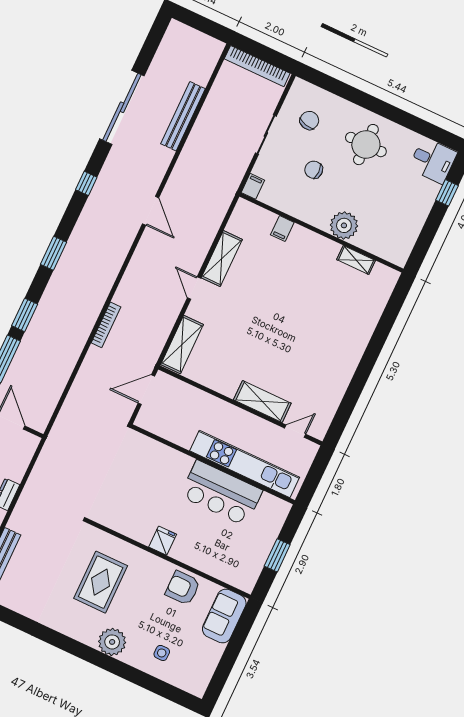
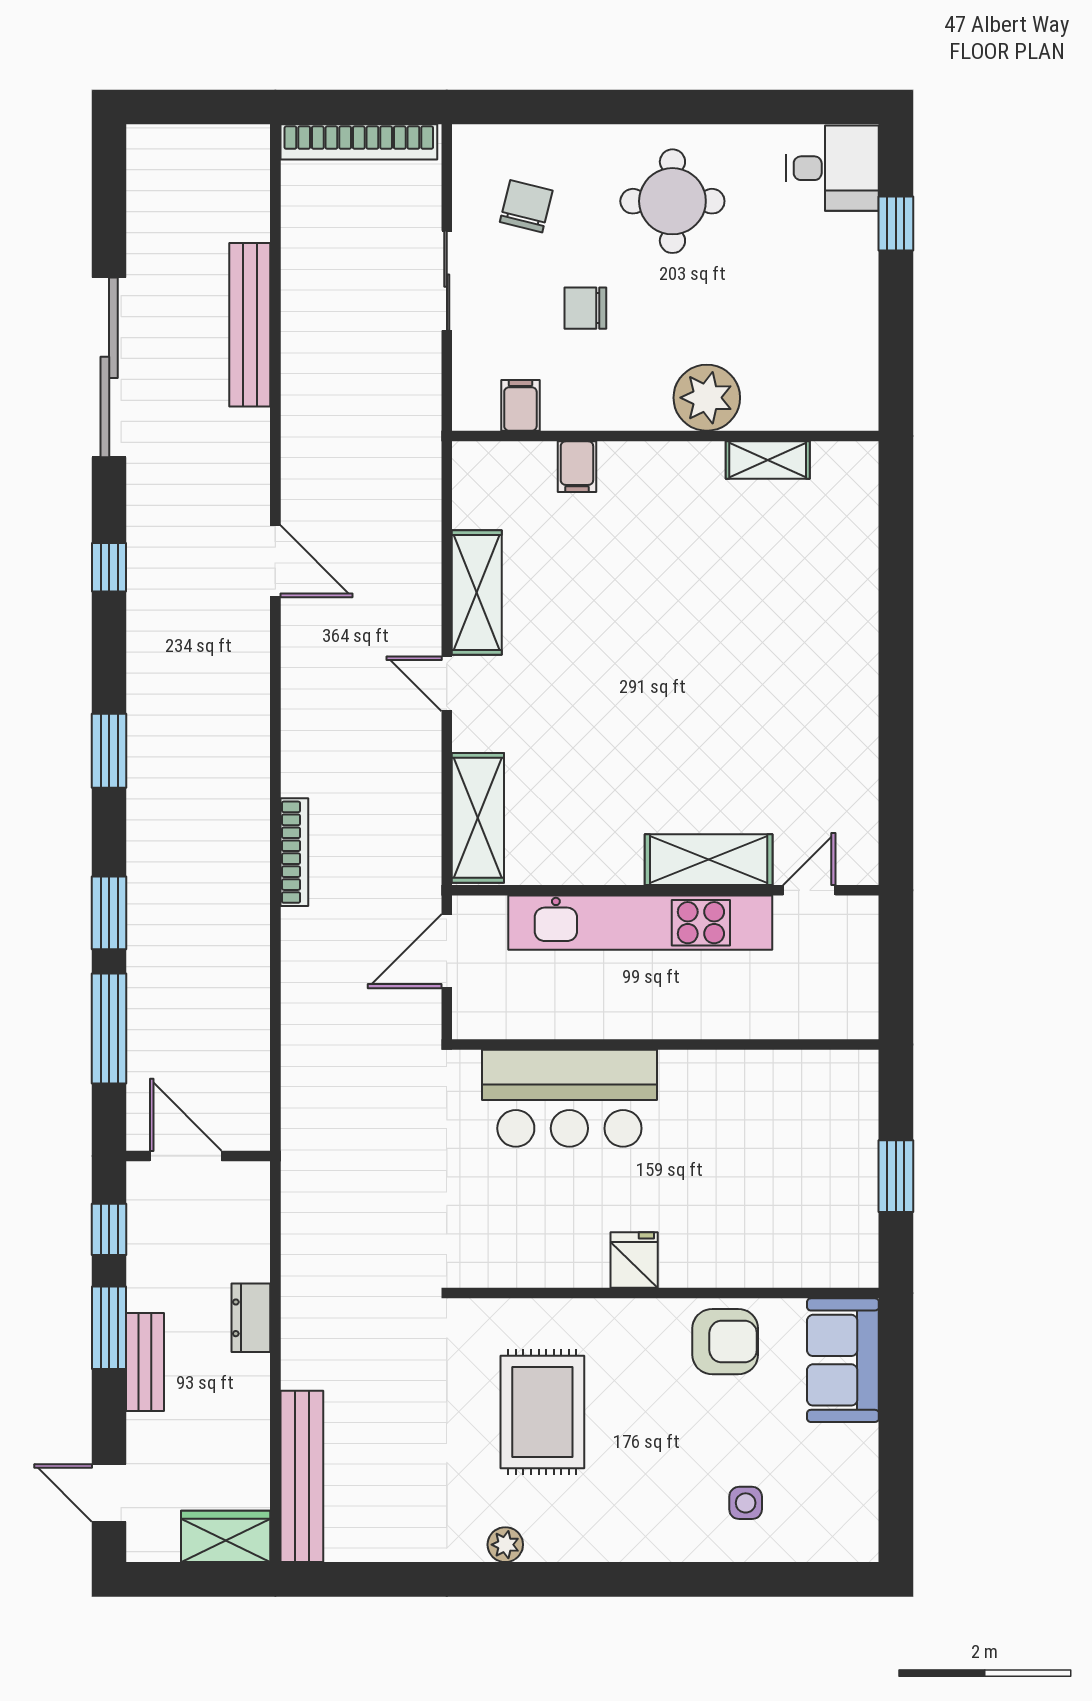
filing cabinet: (253, 186) -> (520, 405), moved
kitchen unit: (245, 464) -> (640, 923), moved, turned 180
bar counter: (221, 493) -> (569, 1098), moved
armchair: (183, 588) -> (725, 1342), turned 180
plant: (112, 642) -> (505, 1545), moved, width x0.53, depth x0.53

